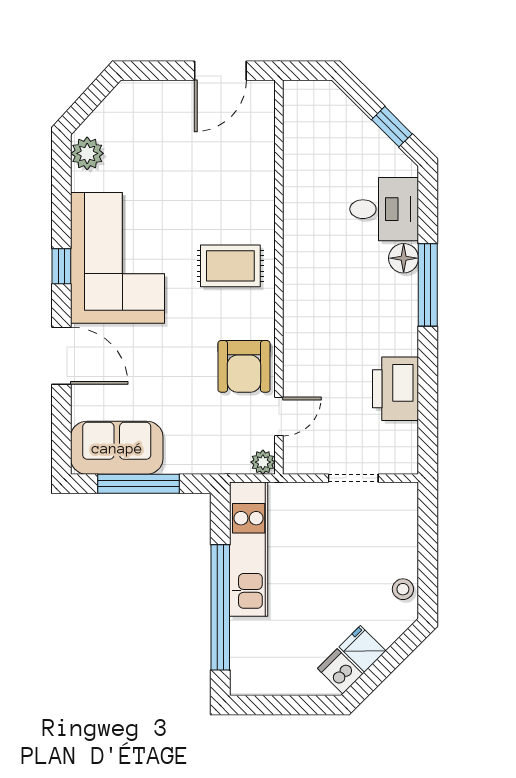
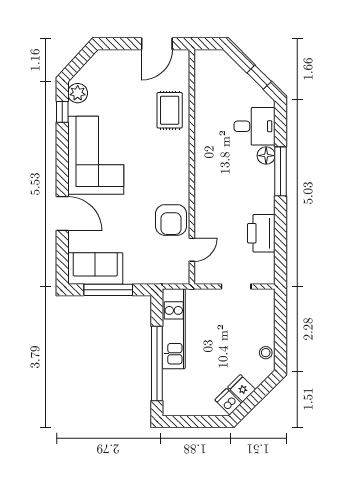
window: (61, 266) -> (62, 112), moved
rug: (230, 266) -> (170, 110), moved, turned 90
plant: (263, 462) -> (182, 277), removed

